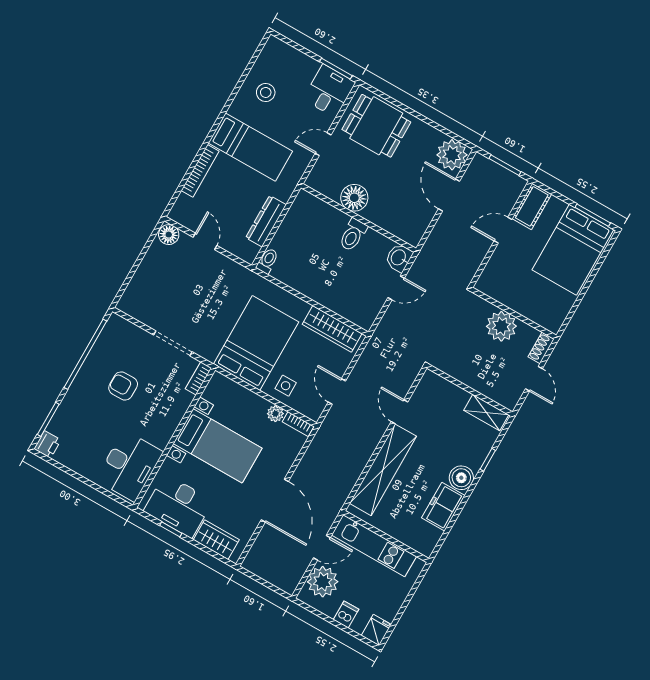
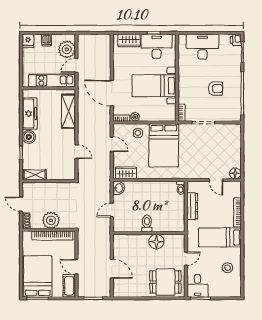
plant: (452, 155) -> (121, 289), removed
door: (503, 230) -> (76, 267), swing flipped
washbasin: (399, 258) -> (119, 188), moved
bookcase: (513, 301) -> (52, 235), added
wardrobe: (332, 329) -> (126, 173), width x0.67
desk: (129, 466) -> (203, 47), moved, turned 90
shelving: (383, 470) -> (68, 111), width x0.68
door: (275, 501) -> (112, 93), moved
freezer: (443, 507) -> (30, 114), width x1.40

